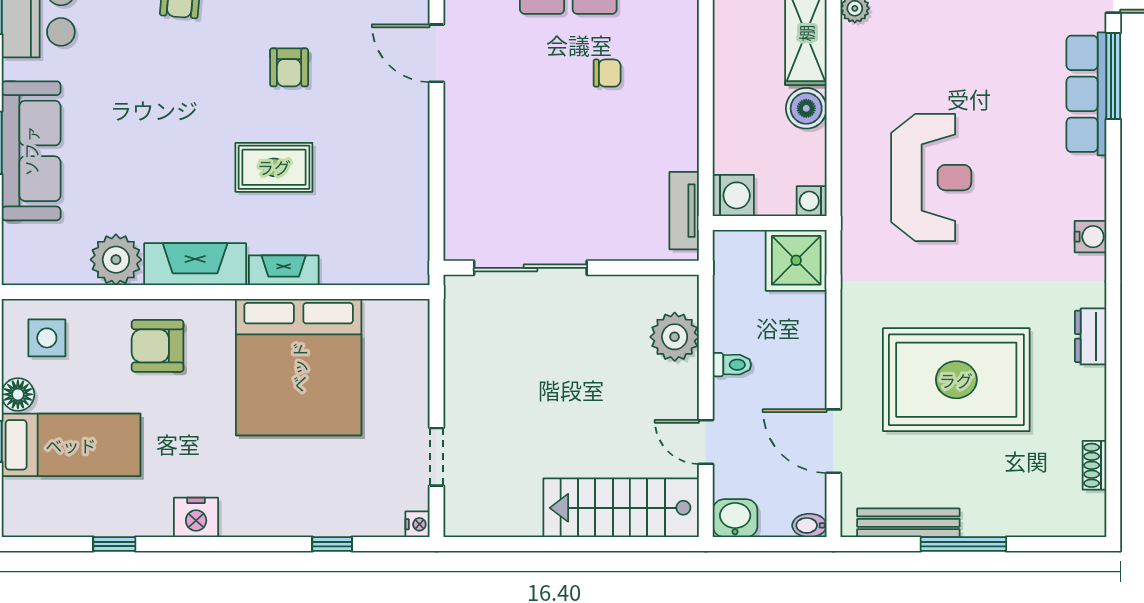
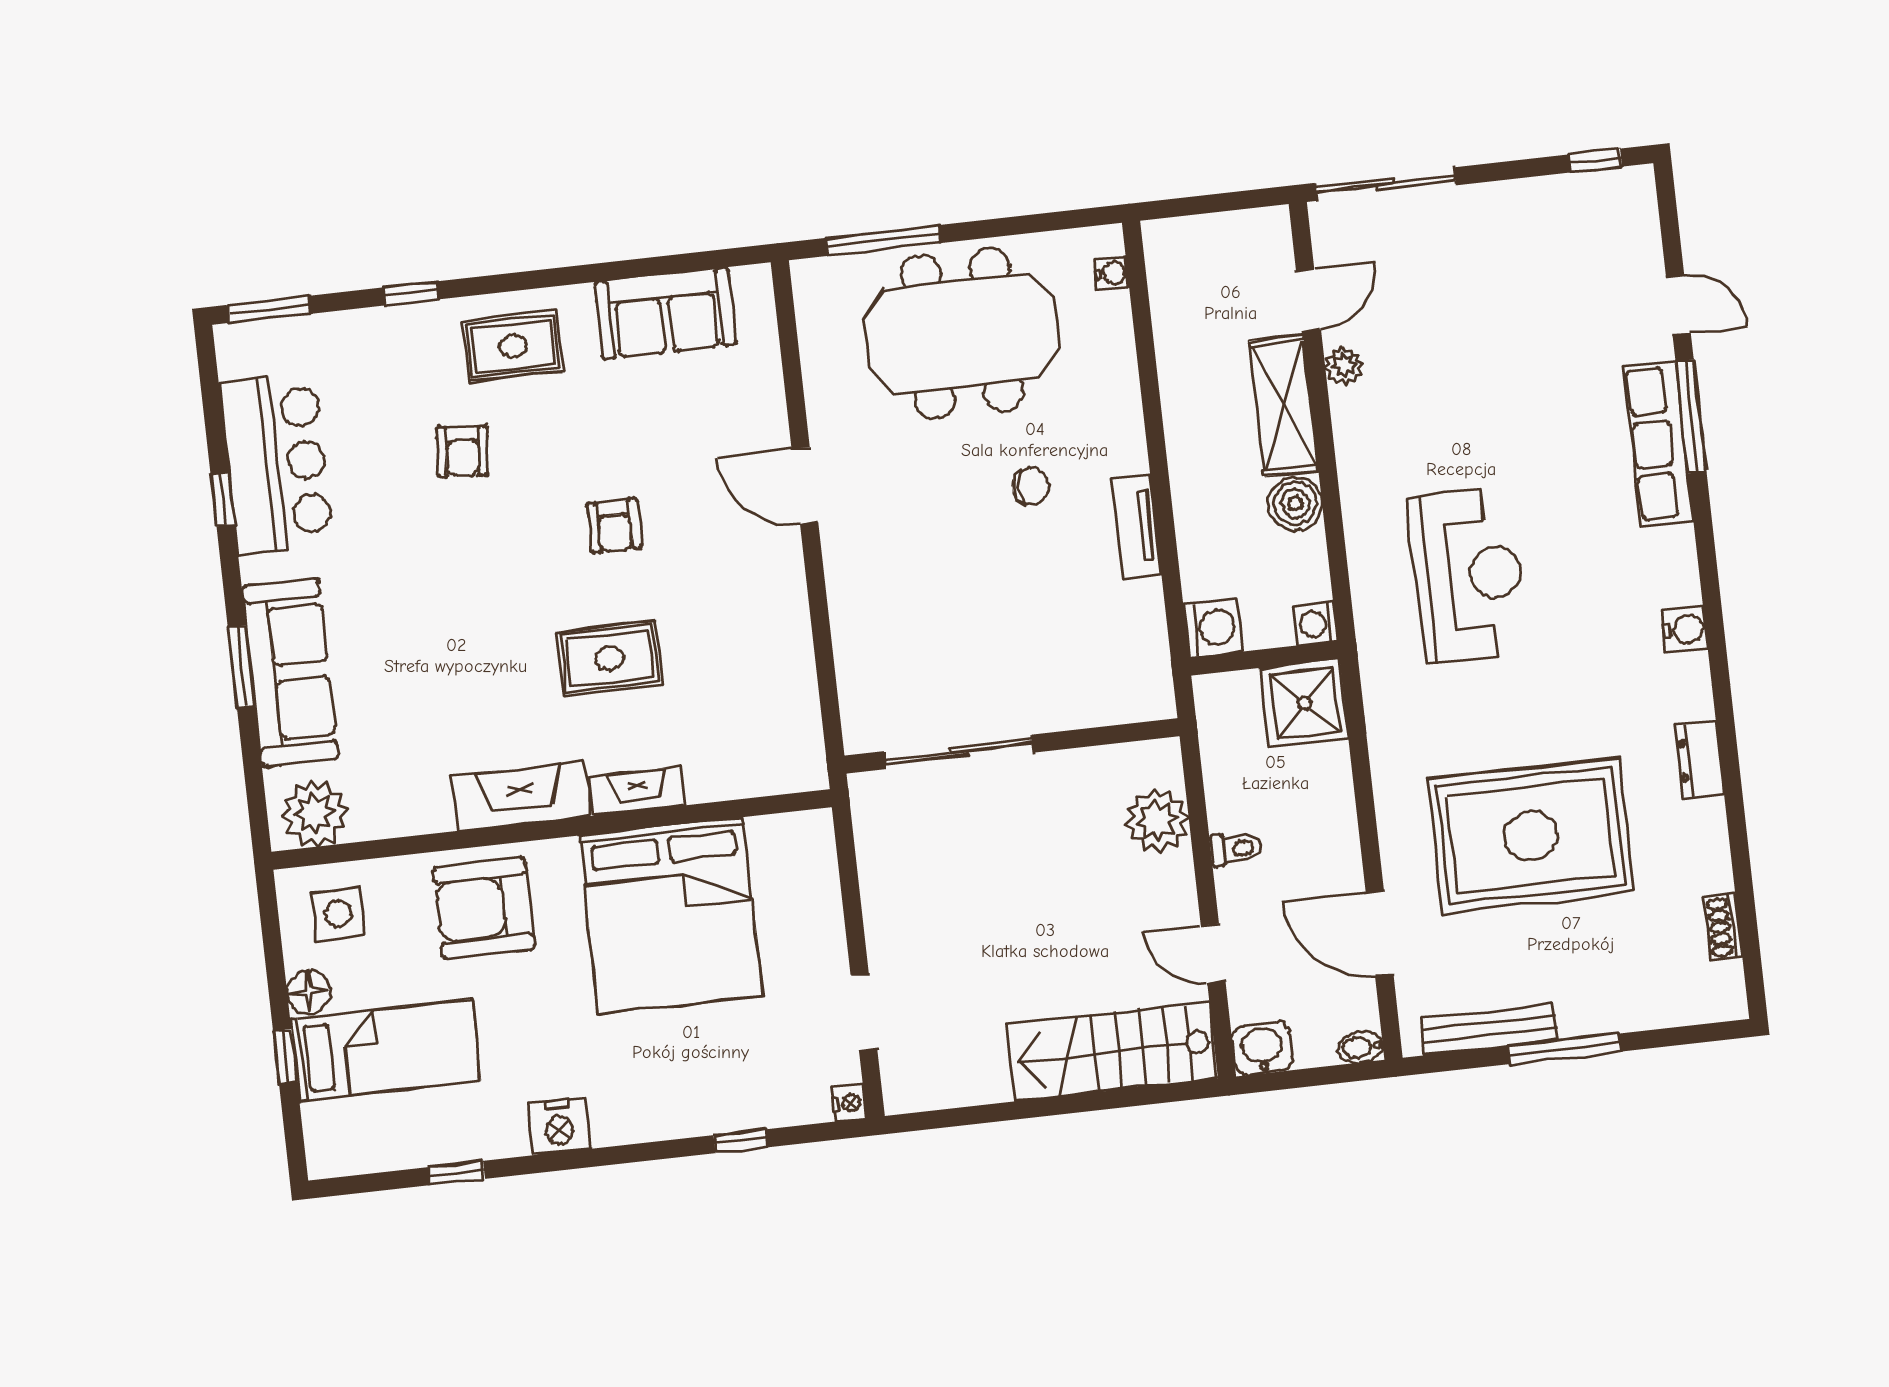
tv unit: (684, 211) -> (1137, 527), moved
plant: (116, 260) -> (315, 813), moved
armchair: (158, 346) -> (484, 908), width x1.36, depth x1.36

